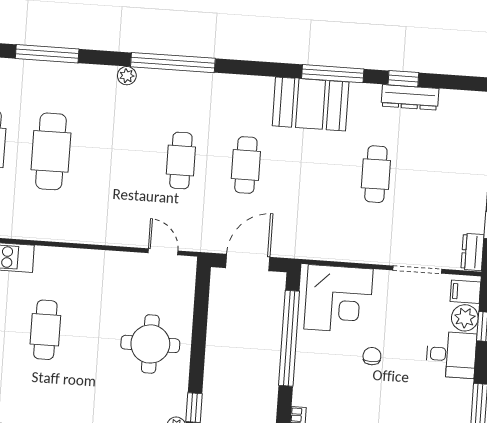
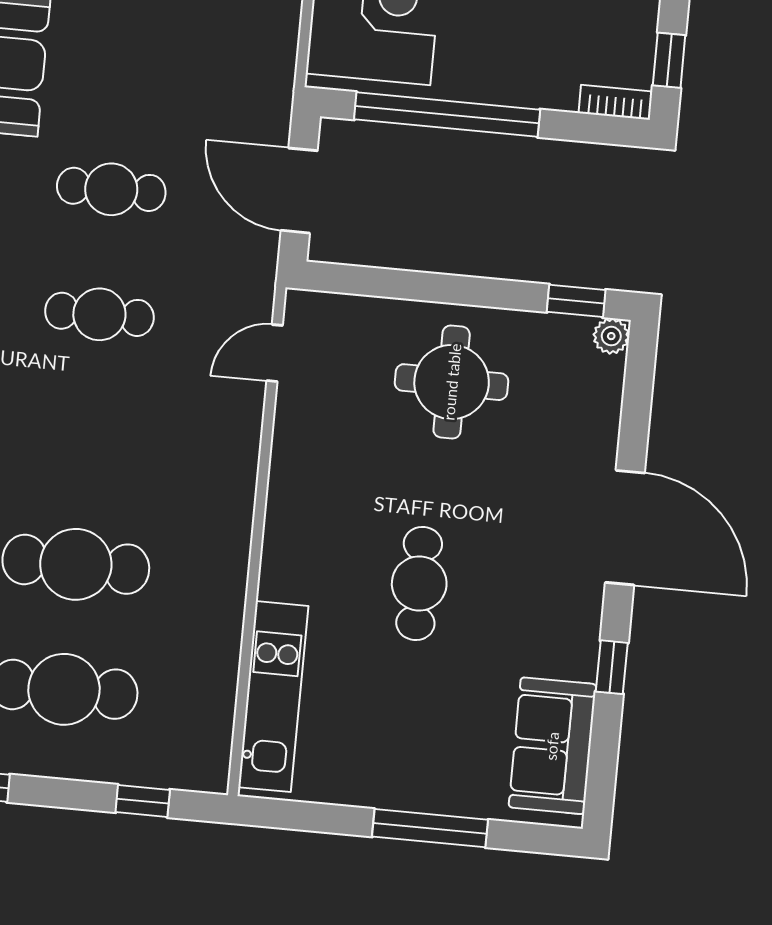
cafe table: (45, 330) -> (419, 583), turned 90

